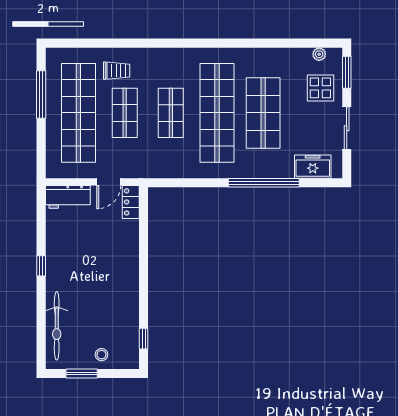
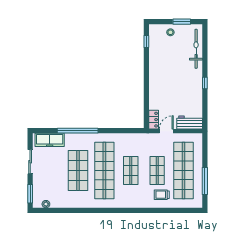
display table: (320, 88) -> (45, 185), removed
freezer: (313, 167) -> (50, 140), width x1.40

